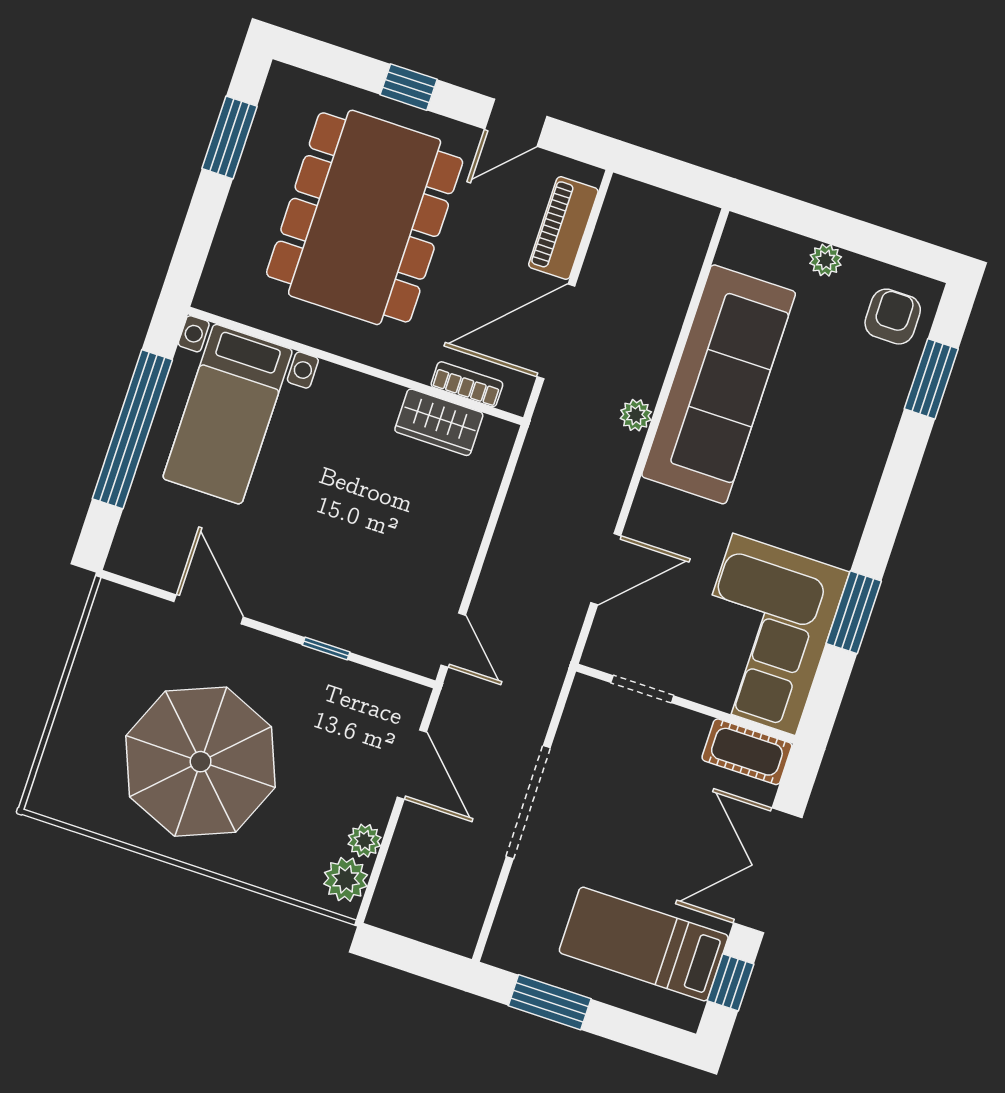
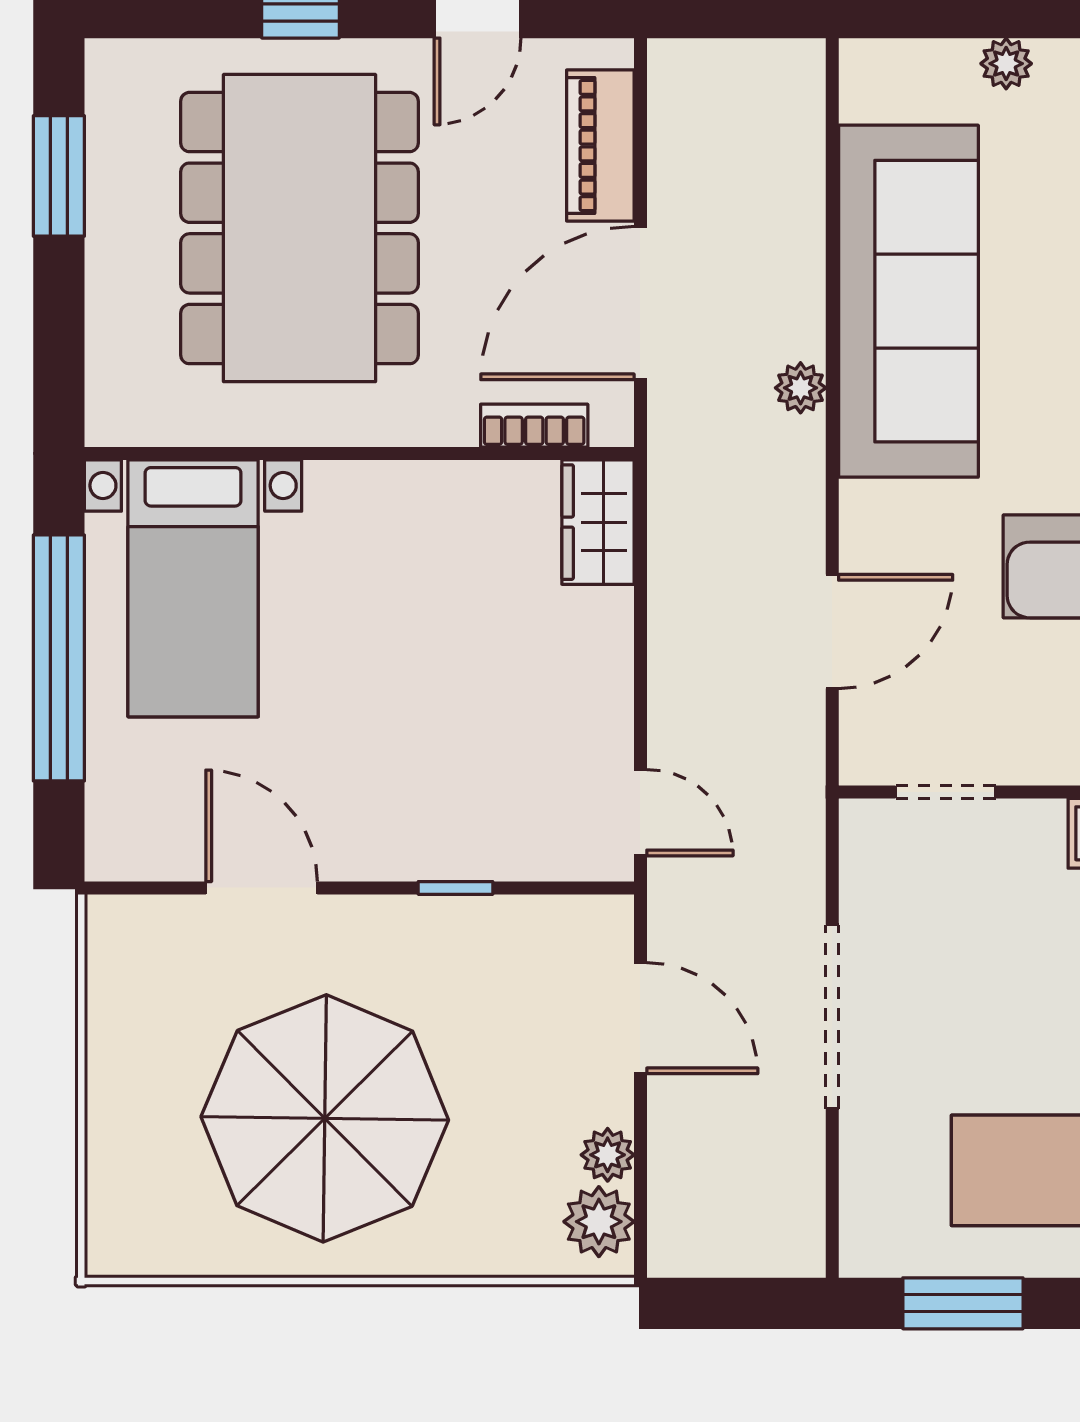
wardrobe: (439, 422) -> (598, 522), moved, turned 90

